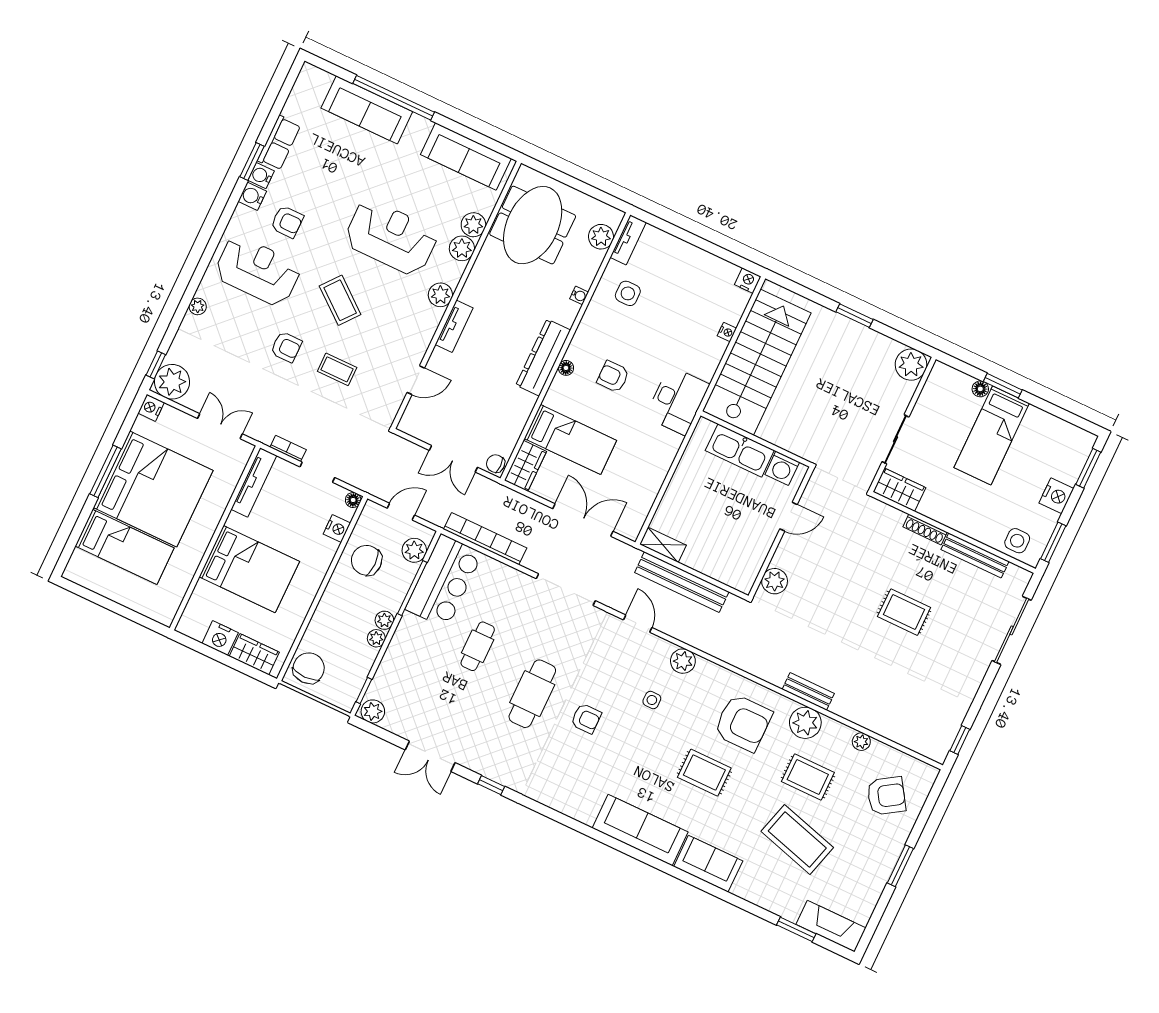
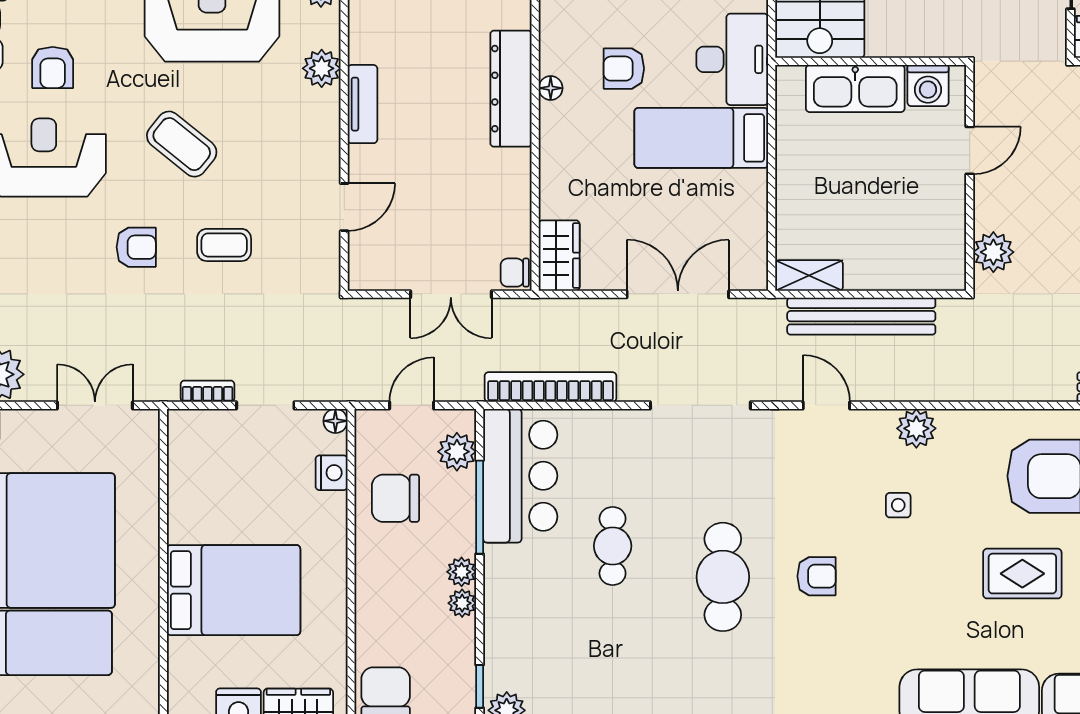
armchair: (287, 222) -> (53, 68), turned 90
bed: (570, 440) -> (701, 138), moved, turned 180
tv unit: (254, 482) -> (181, 463), removed

